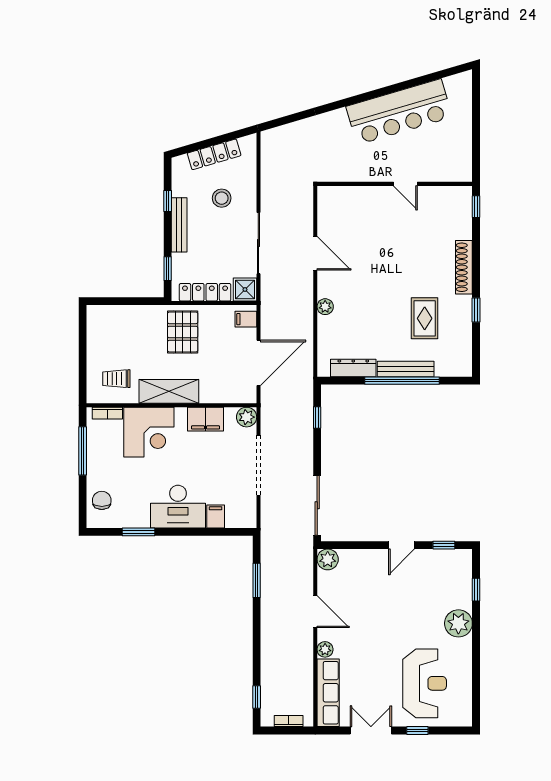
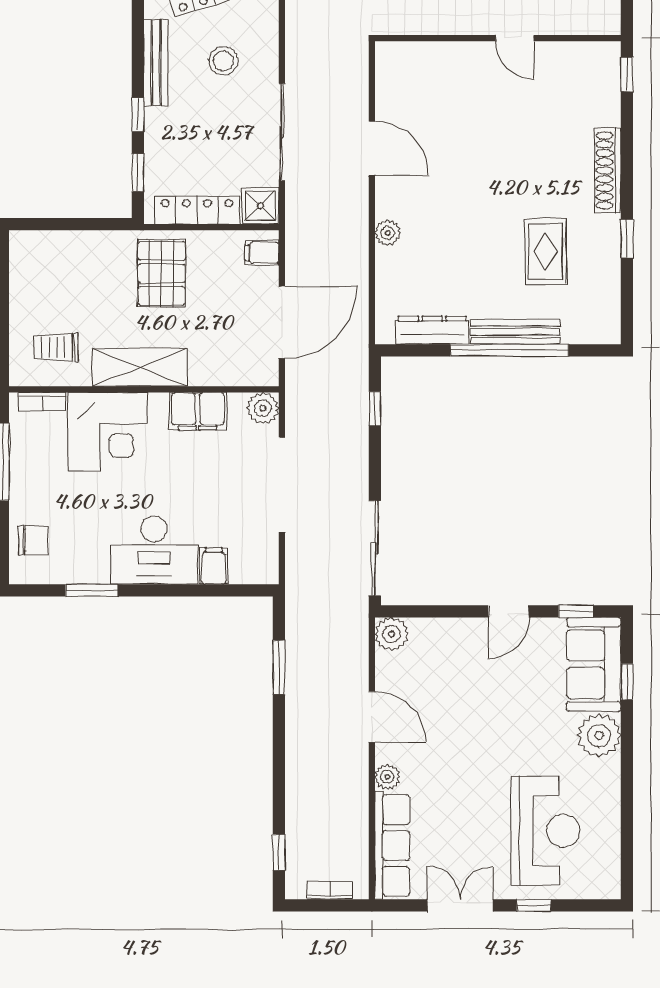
window: (168, 201) -> (138, 115), moved
bench: (179, 225) -> (156, 63), moved
chair: (102, 500) -> (33, 540), turned 90
sofa: (455, 579) -> (594, 664), added

